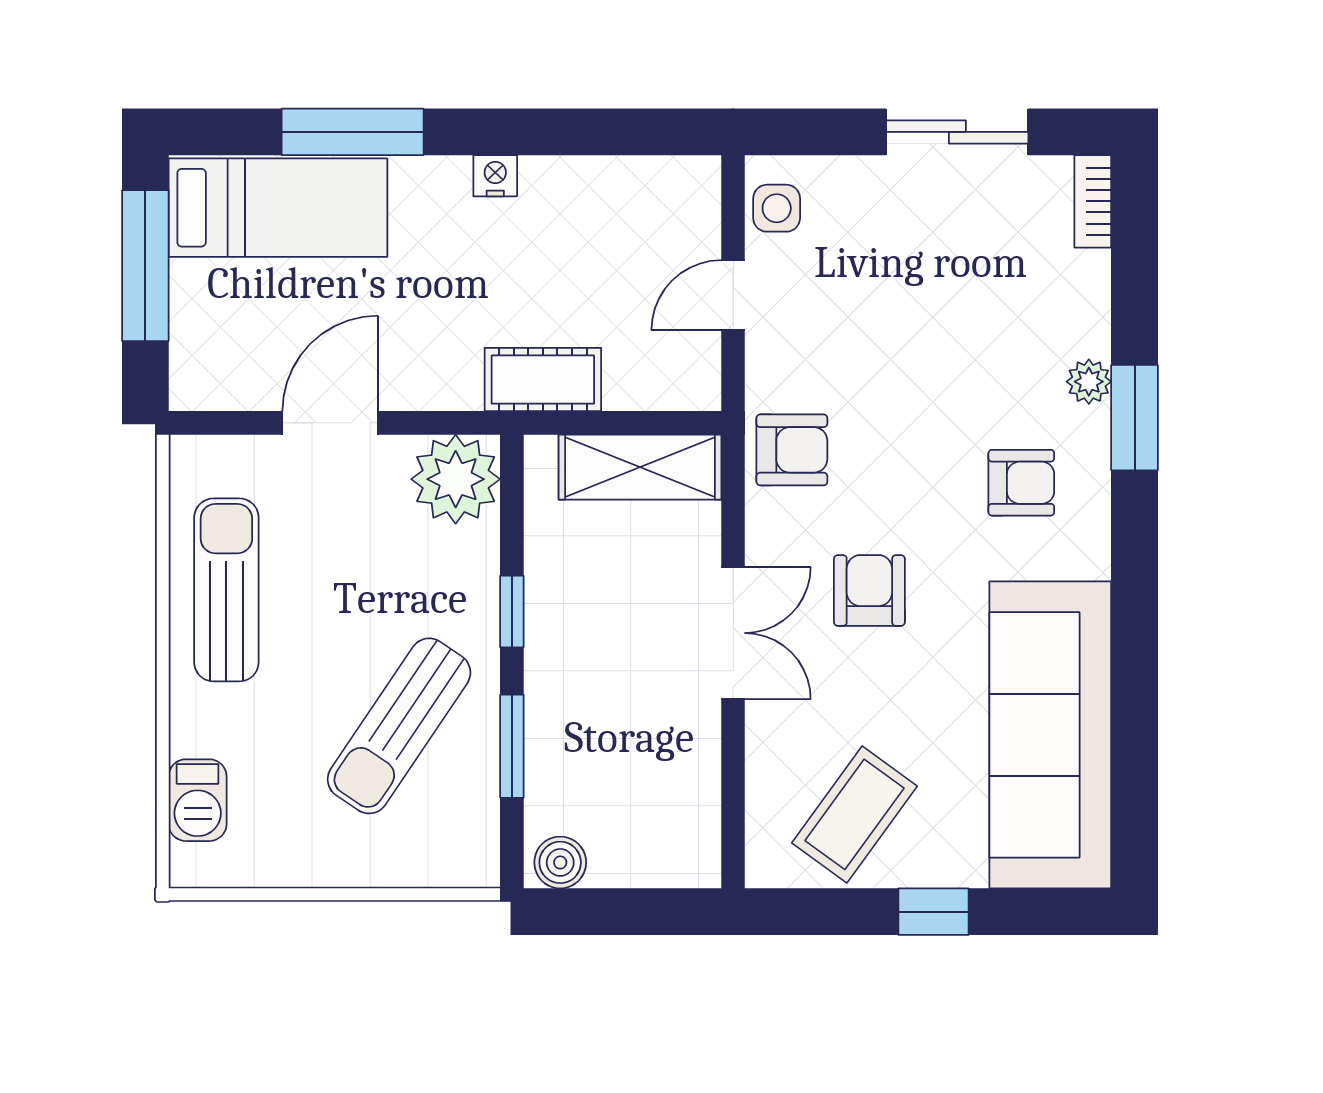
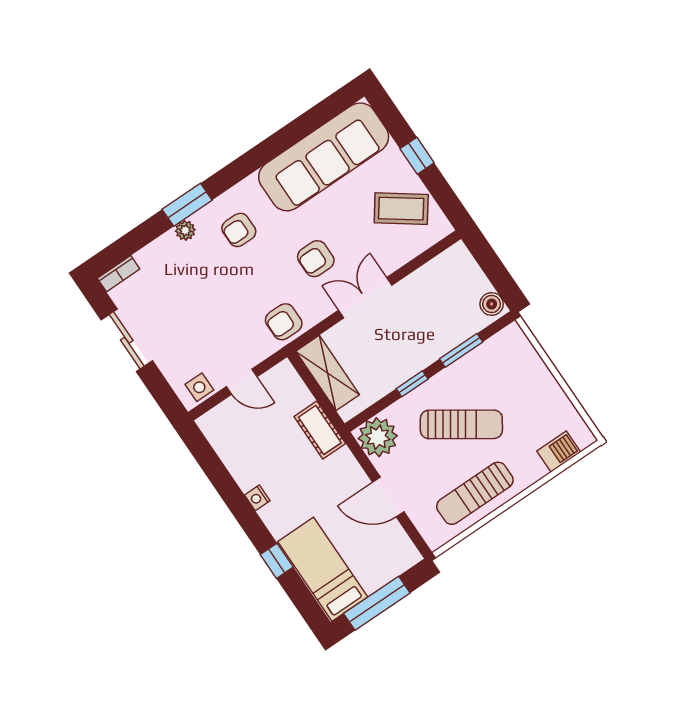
window: (353, 132) -> (277, 561), width x0.46
armchair: (792, 450) -> (284, 322), turned -90
armchair: (1021, 483) -> (239, 230), turned -90
sun lounger: (399, 726) -> (461, 424), moved

